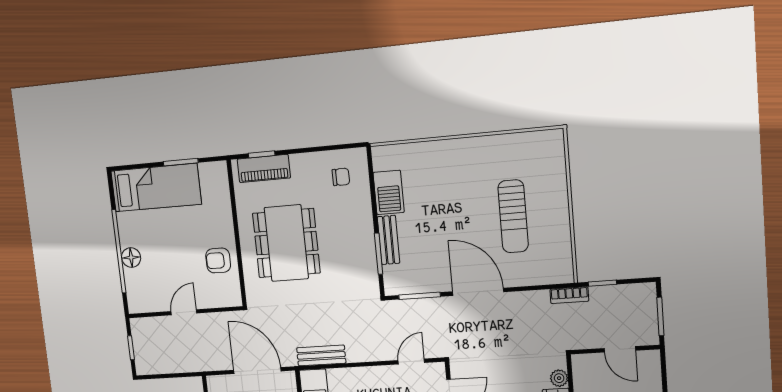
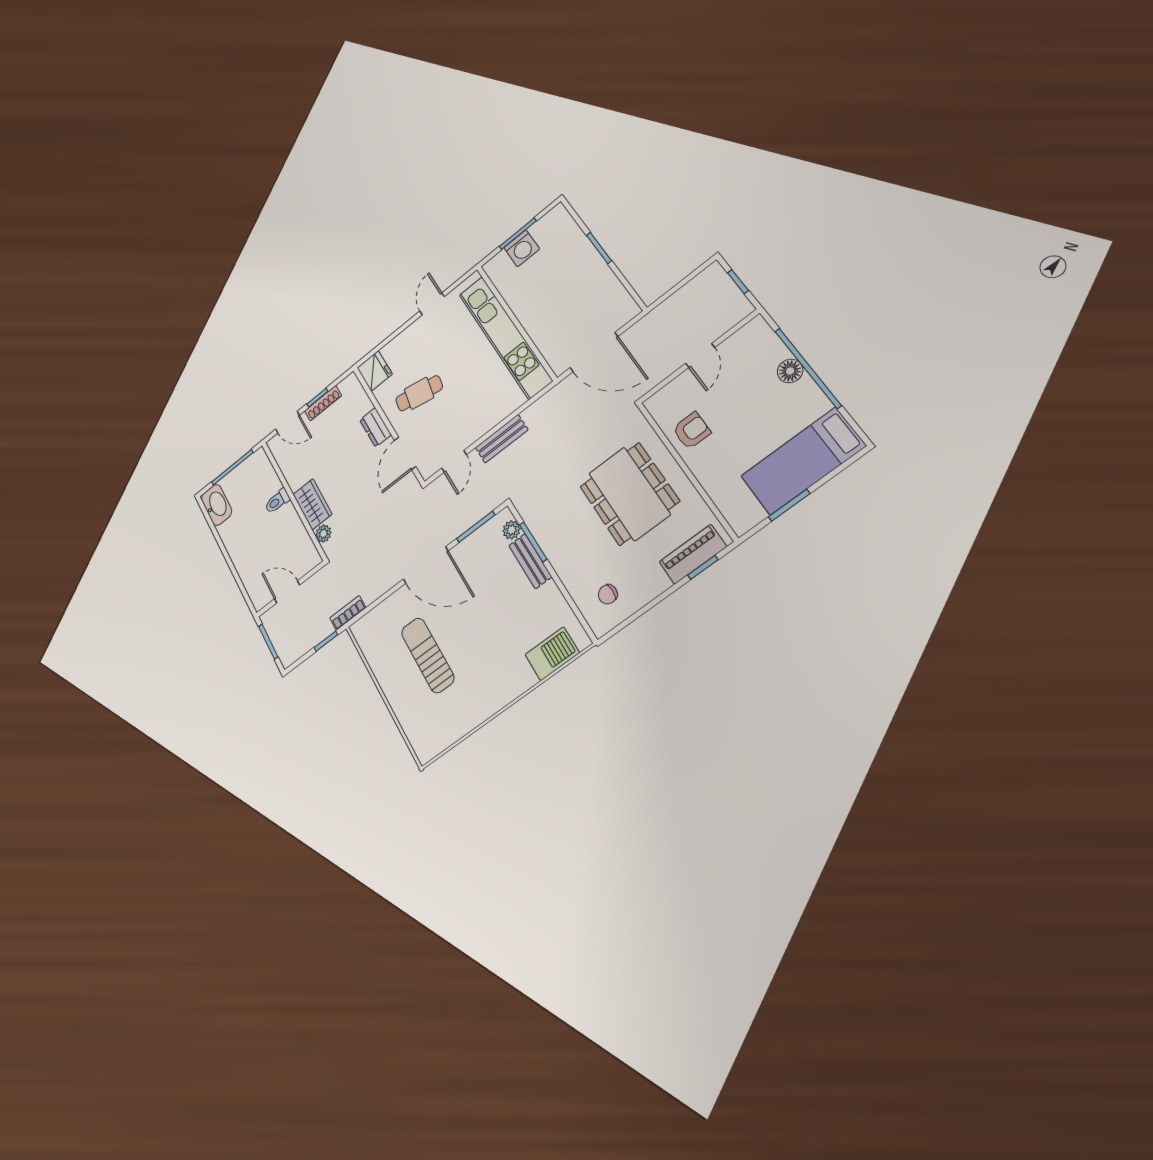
barbecue: (389, 192) -> (552, 654), moved, turned 90
plant: (391, 274) -> (511, 530), added
bench: (321, 355) -> (502, 439), moved

